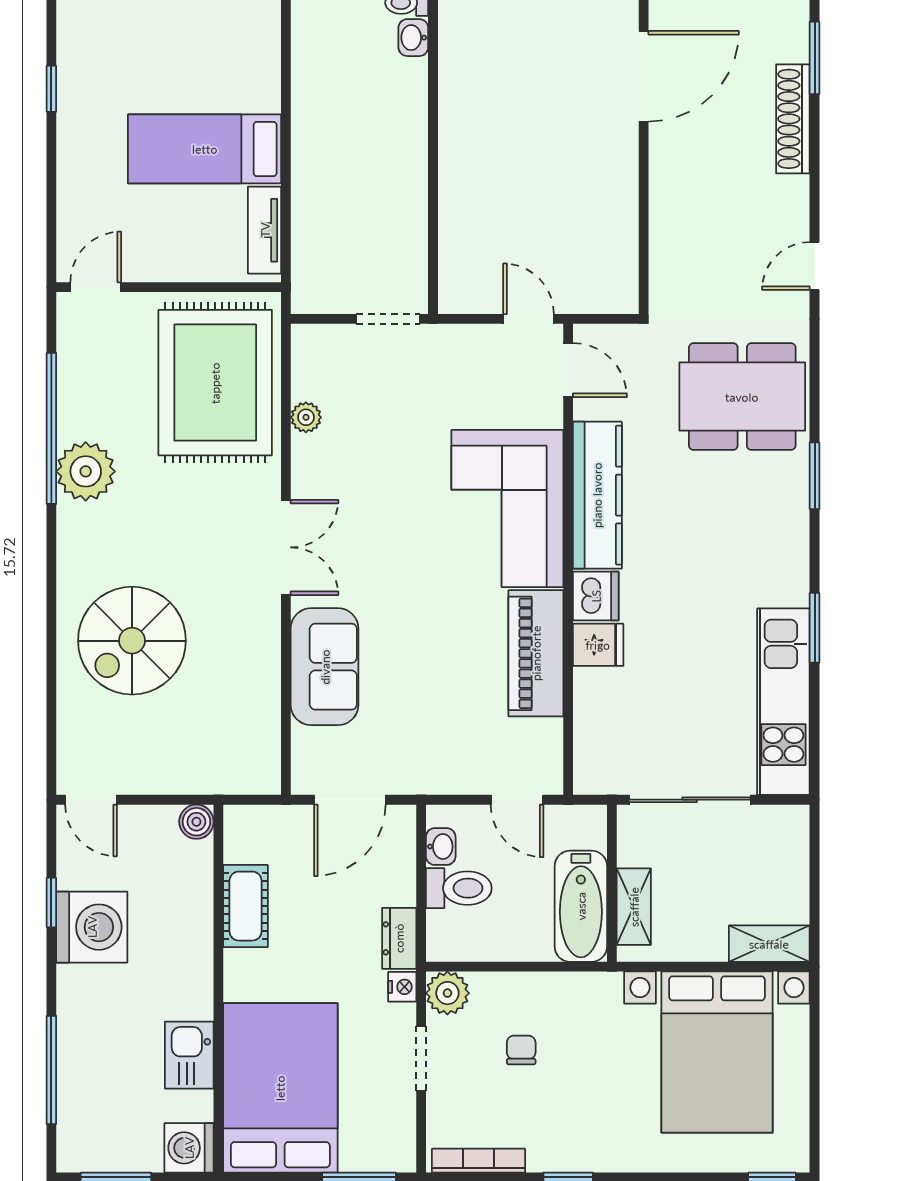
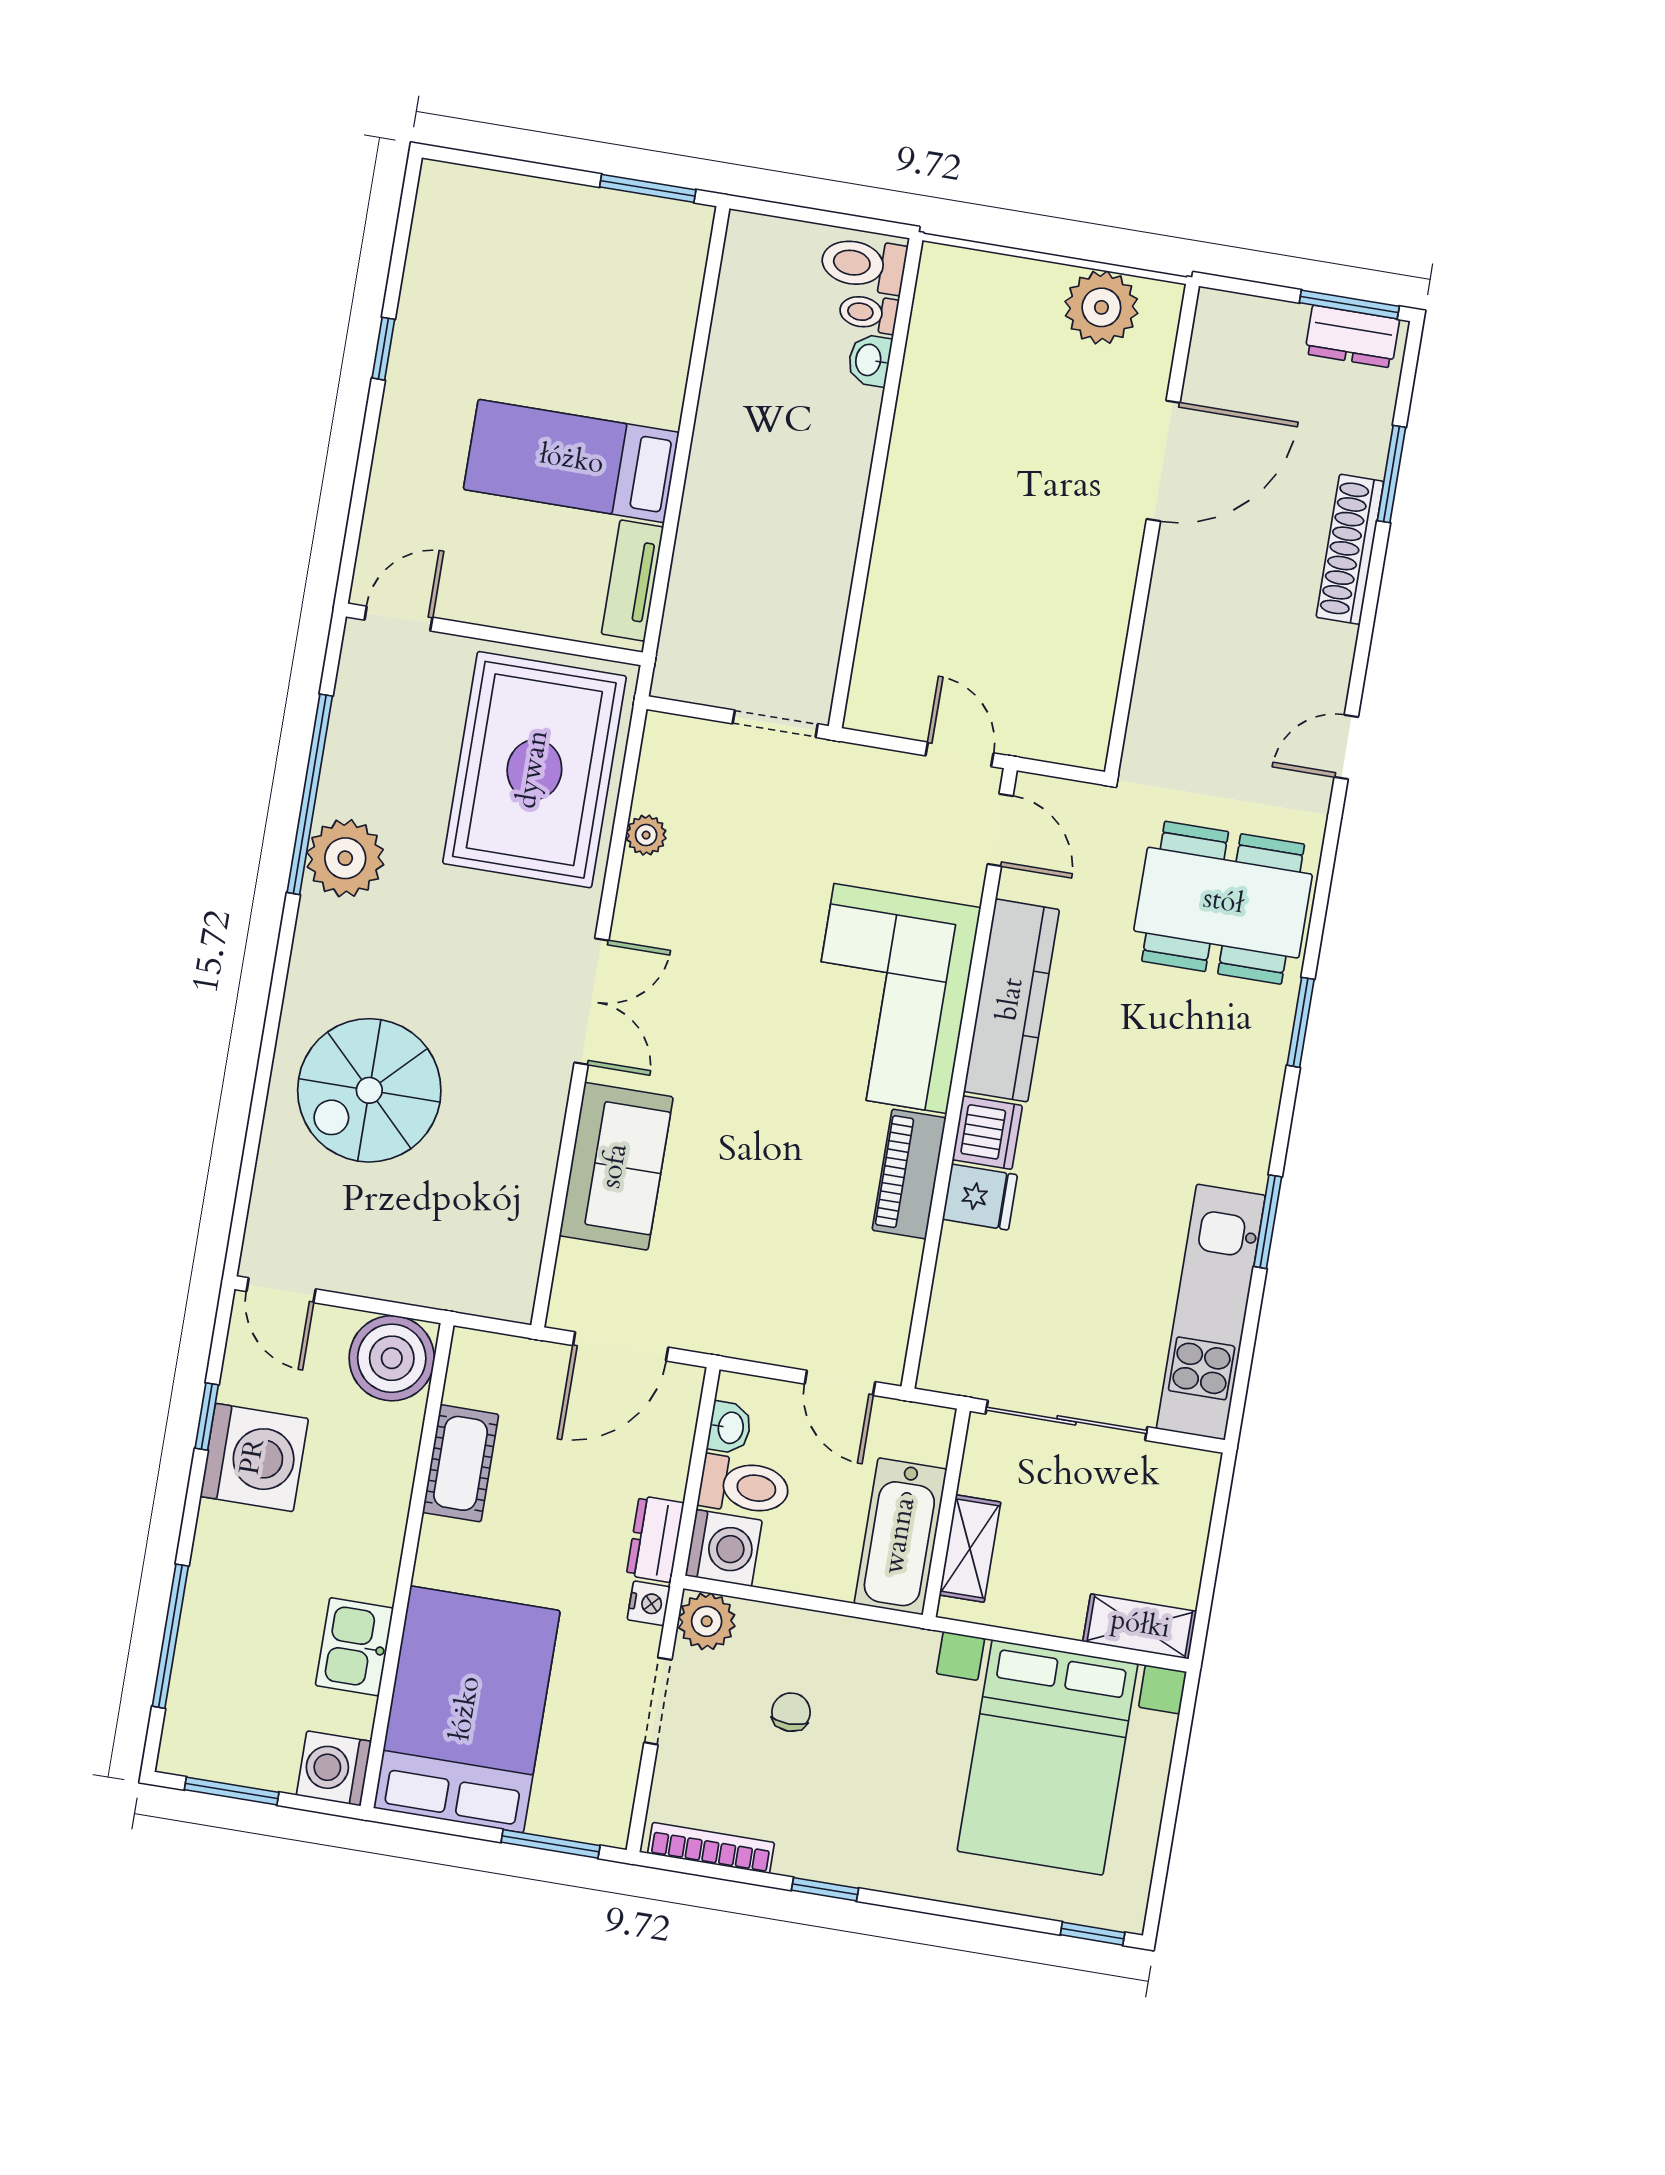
piano: (536, 653) -> (909, 1174), width x0.73, depth x0.75
boiler: (196, 822) -> (392, 1358), width x1.86, depth x1.86
washing machine: (451, 937) -> (724, 1548), added

